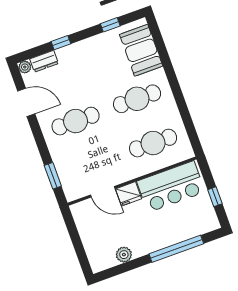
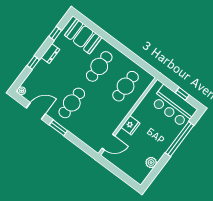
dresser: (44, 61) -> (50, 54), moved
window: (53, 176) -> (58, 128), moved
bar counter: (171, 187) -> (174, 106), moved, turned 90
door: (103, 192) -> (109, 142), moved

